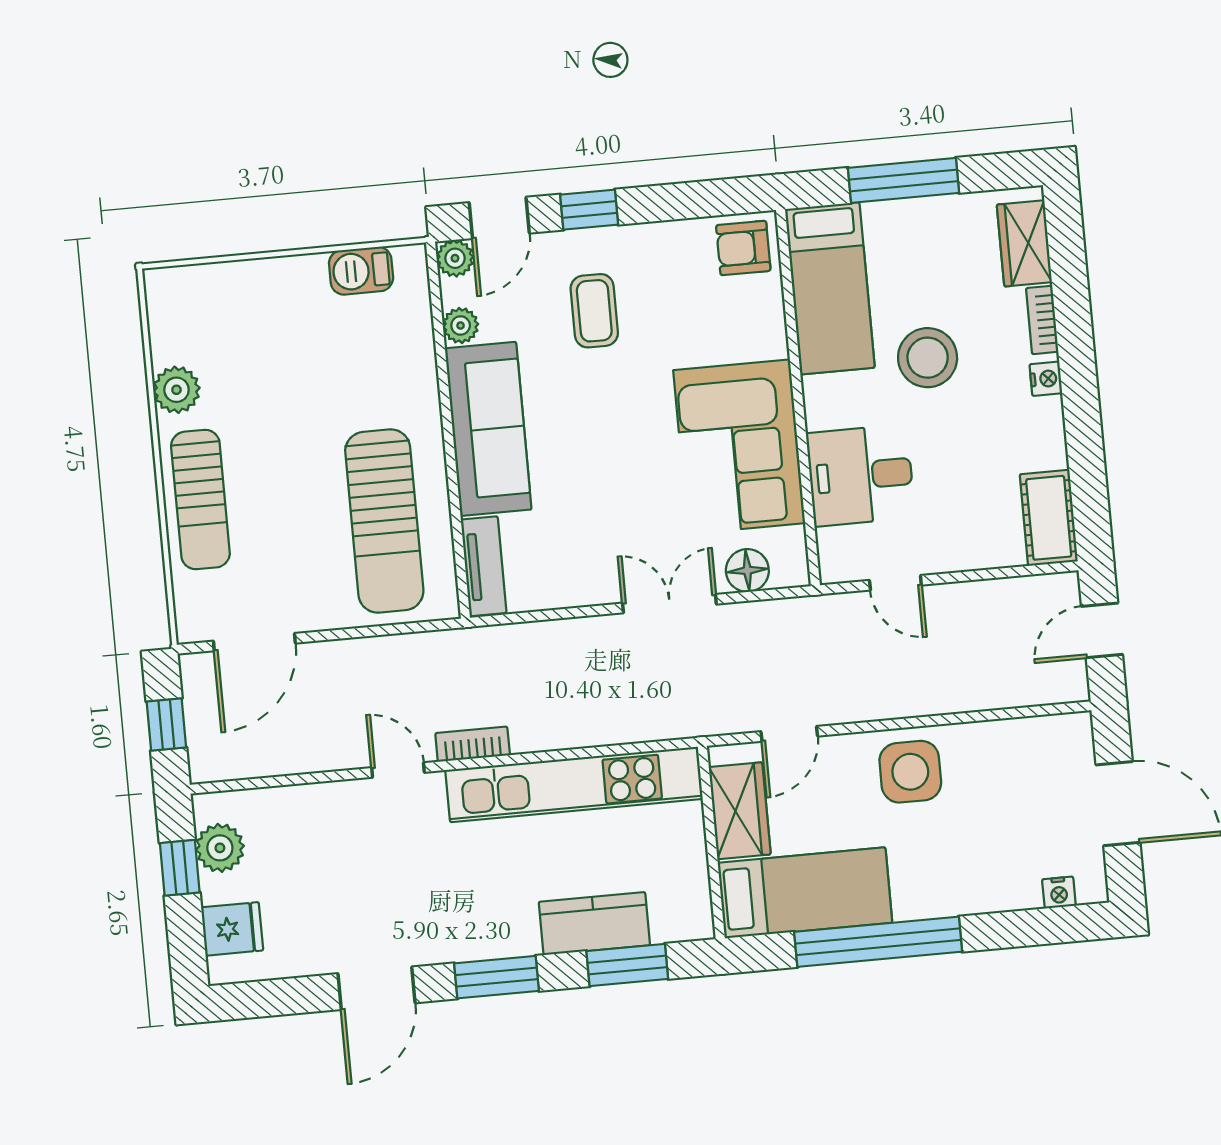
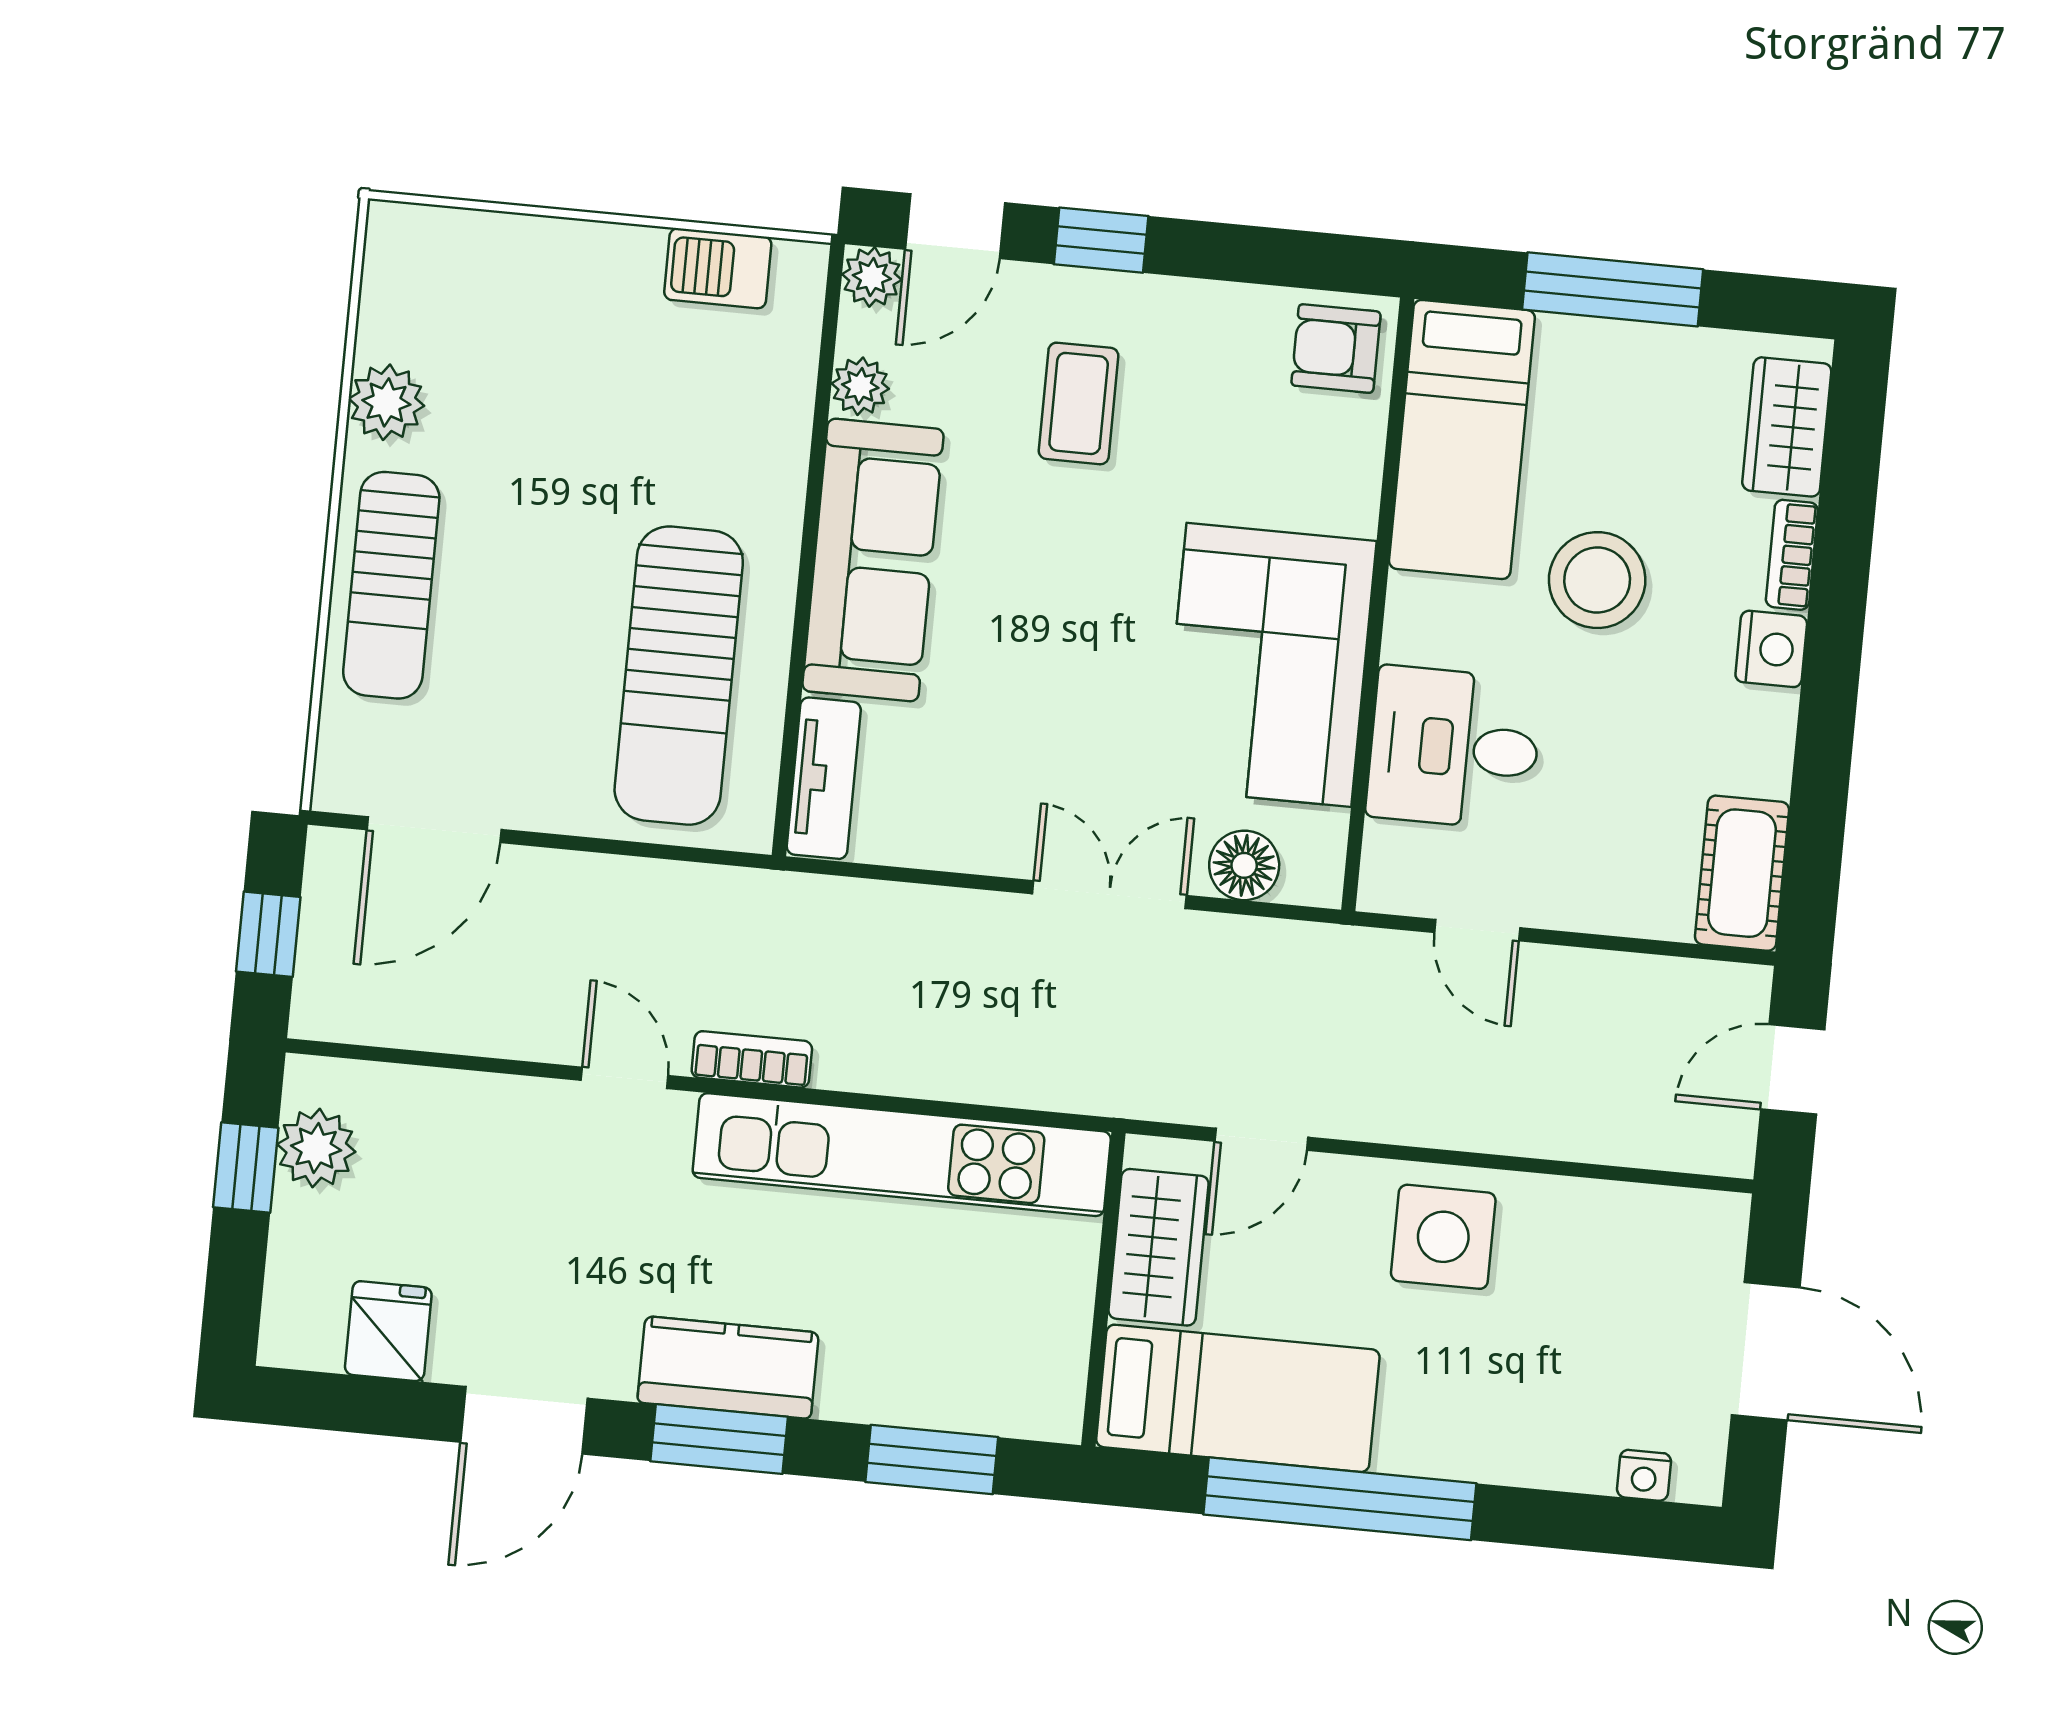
nightstand: (1046, 379) -> (1771, 649), width x1.39, depth x1.35
kitchen counter: (594, 924) -> (728, 1367), moved
fridge: (232, 929) -> (388, 1331), moved, turned -90

